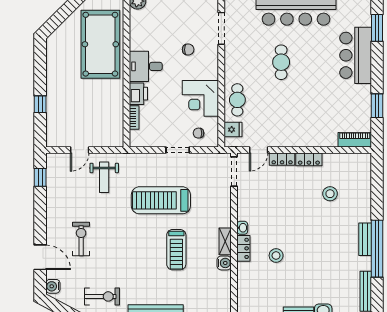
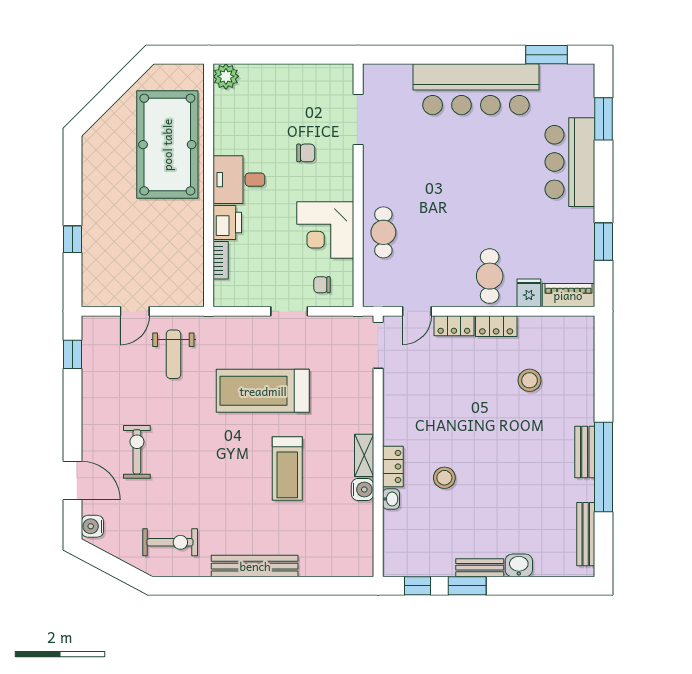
cafe table: (281, 62) -> (490, 276), moved
fridge: (233, 130) -> (529, 293), moved, turned -90
washbasin: (242, 228) -> (391, 499), moved

